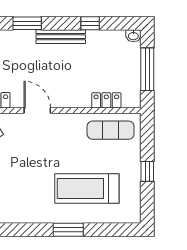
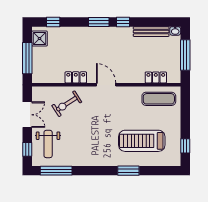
window: (90, 23) -> (123, 22), moved
bench: (61, 37) -> (151, 32), moved
window: (147, 171) -> (185, 146), moved

